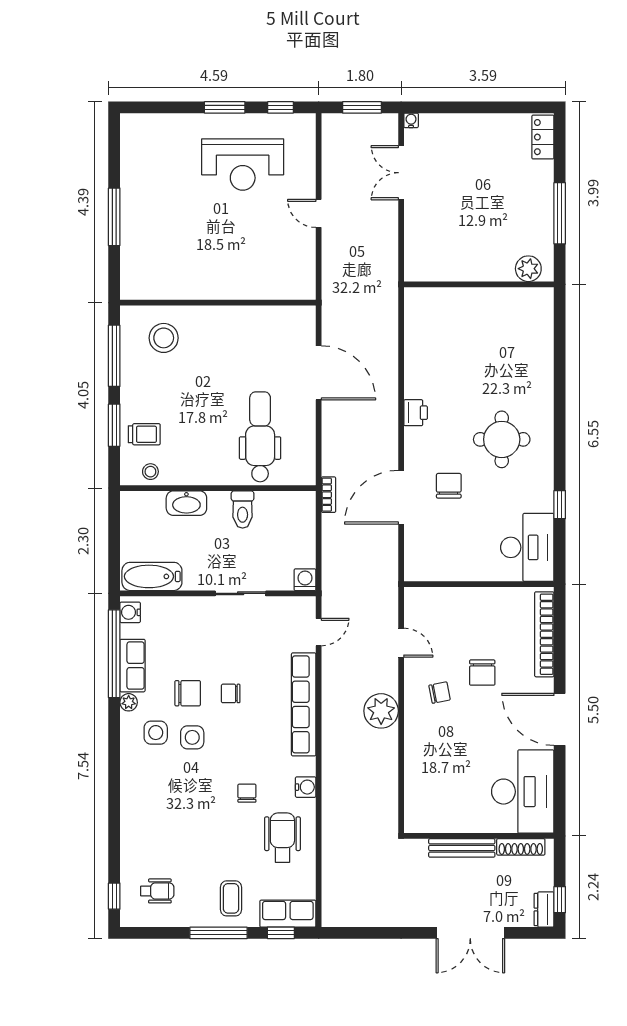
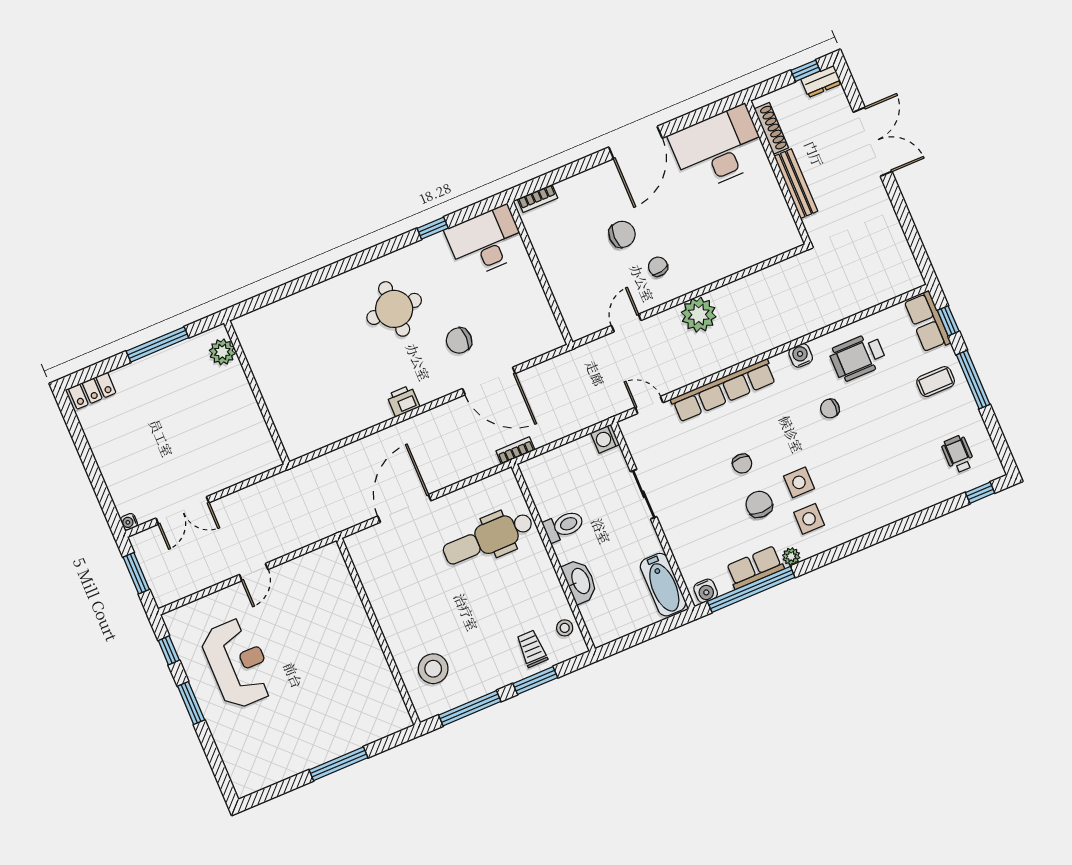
bookcase: (544, 634) -> (538, 198), width x0.43, depth x0.76

